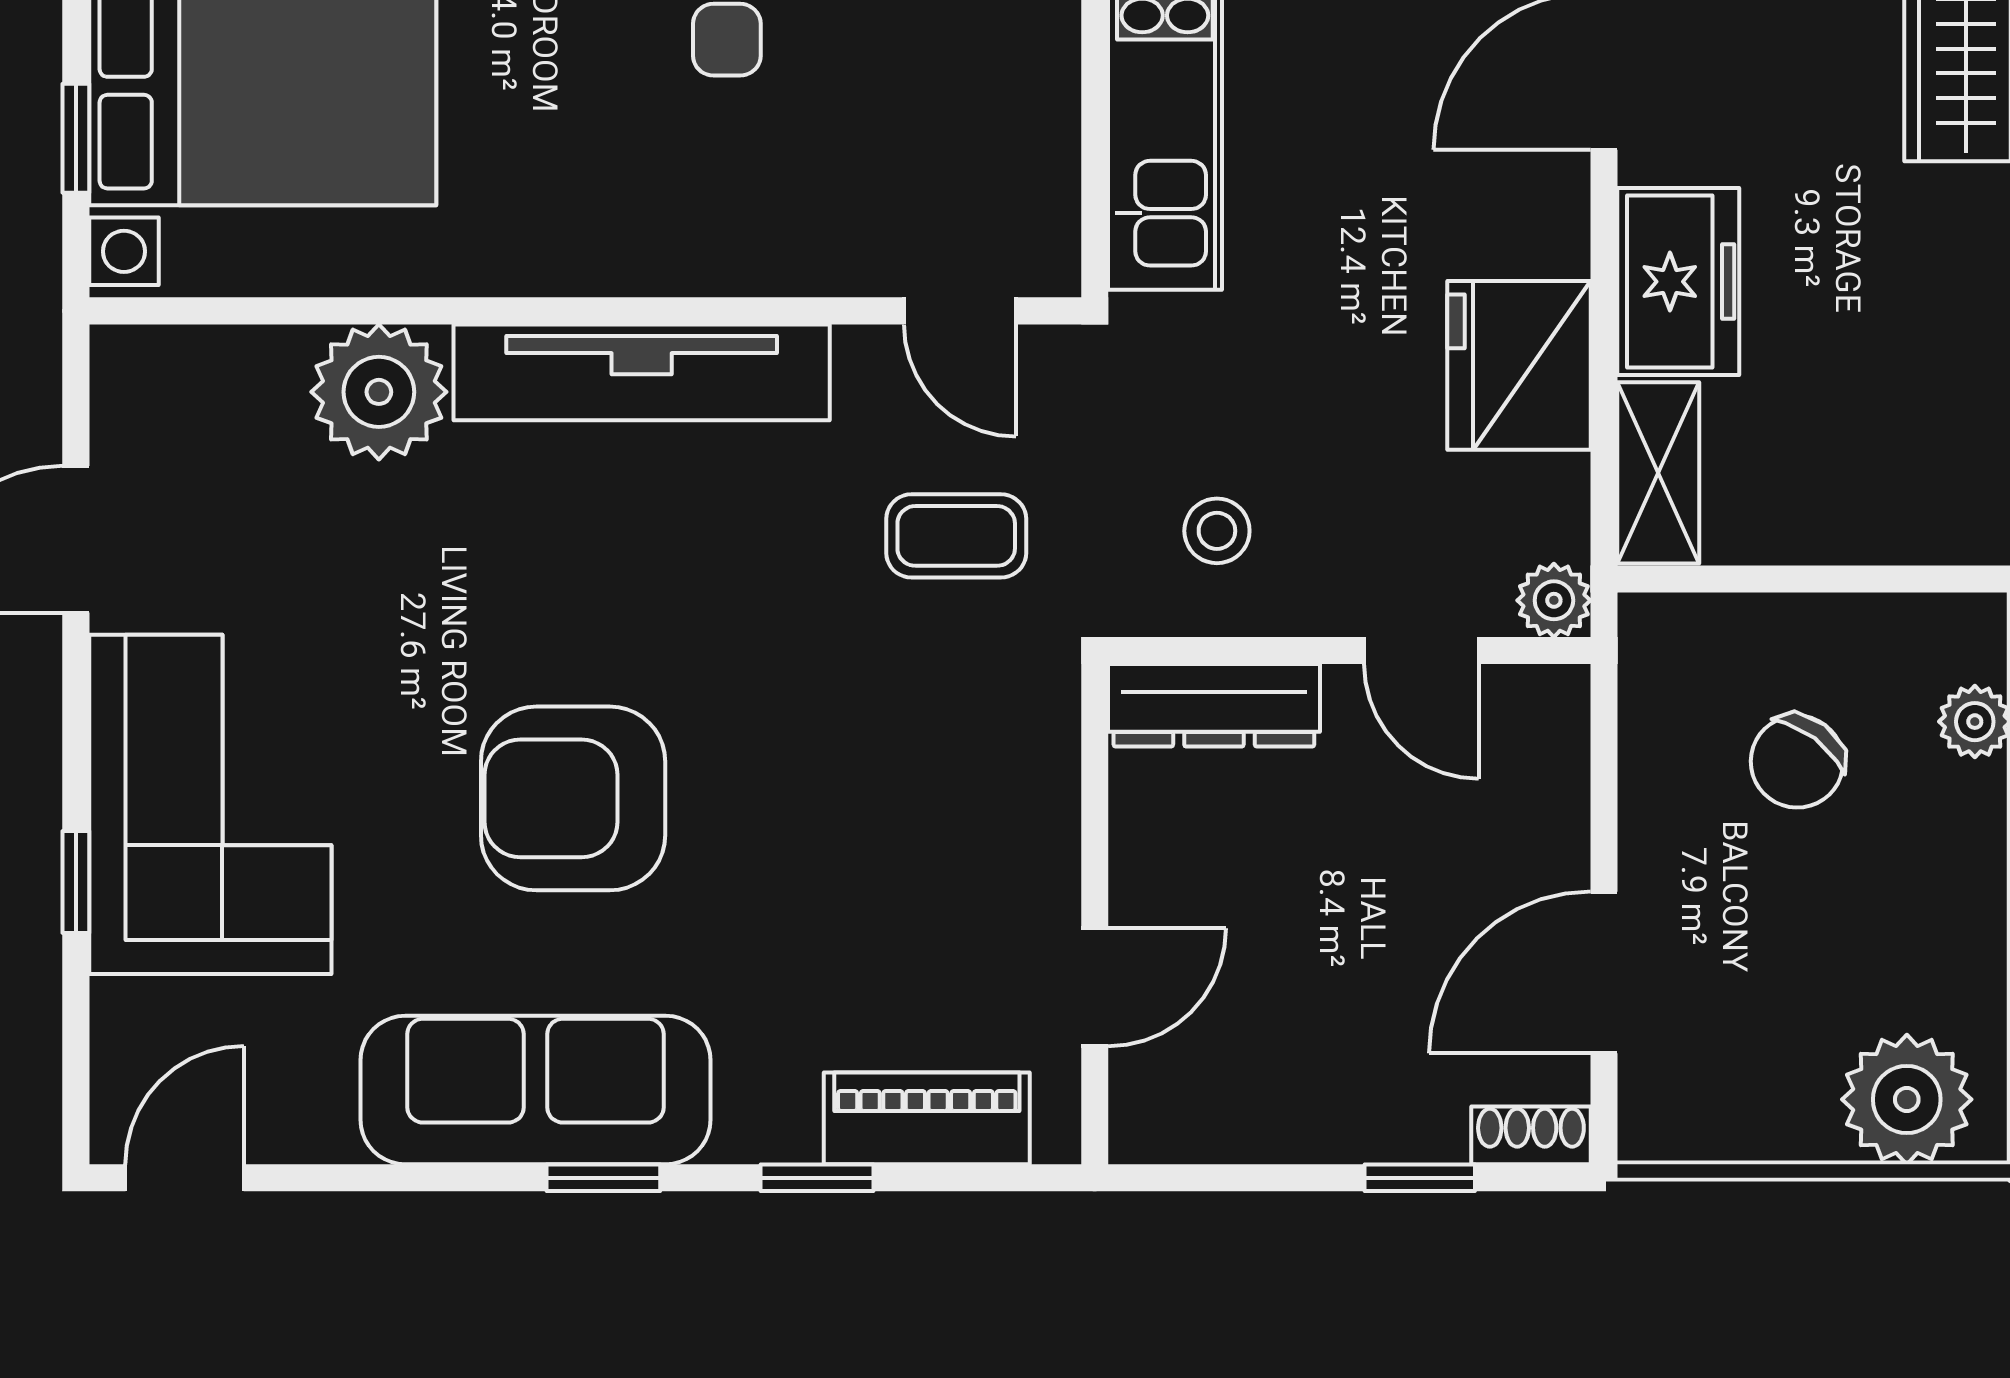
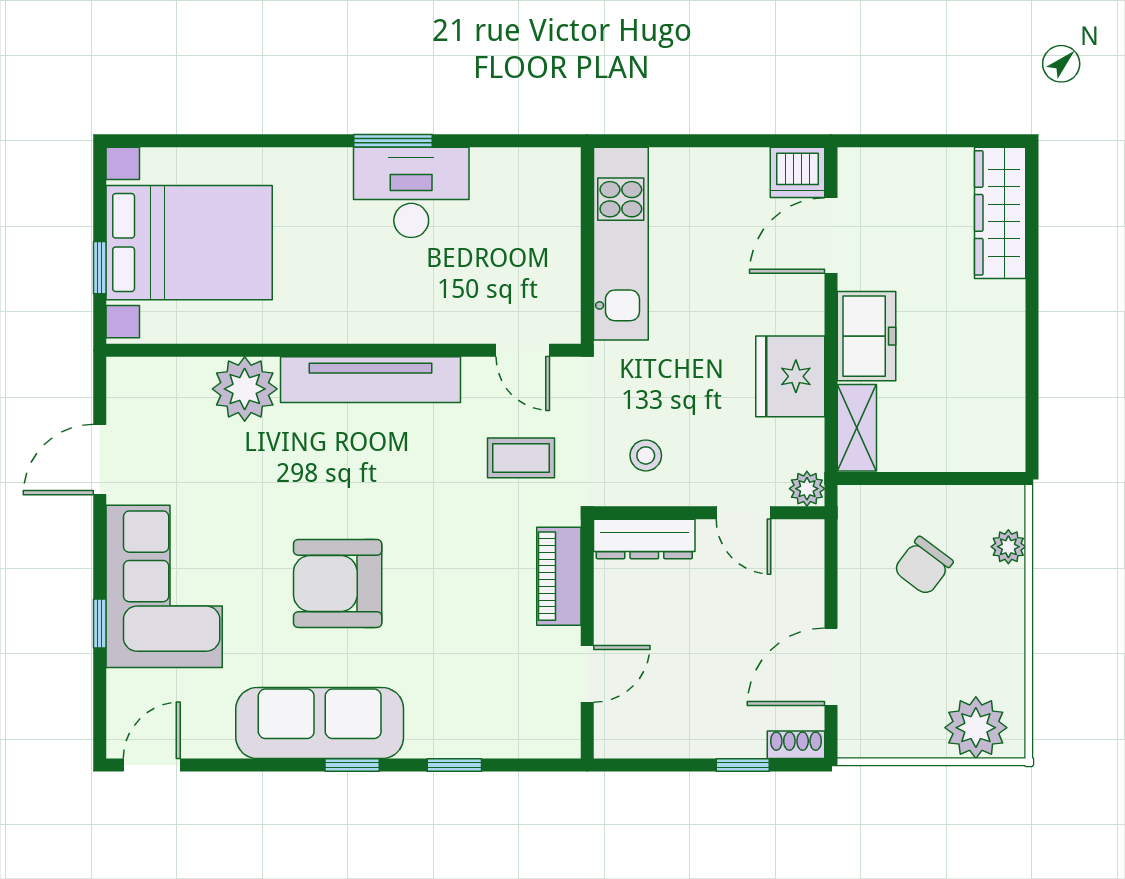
piano: (927, 1118) -> (559, 576), moved, turned -90

